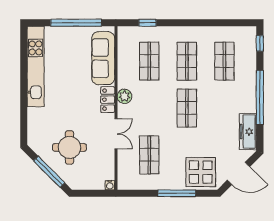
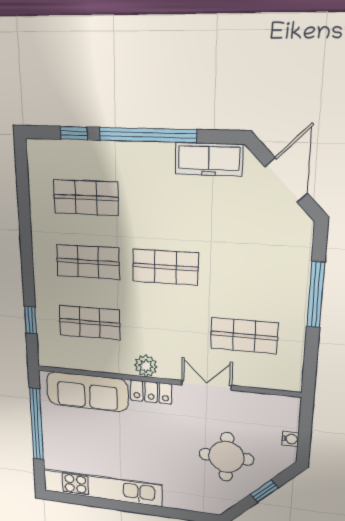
window: (260, 43) -> (74, 133), moved
window: (49, 172) -> (264, 491), width x0.46
display table: (201, 172) -> (279, 250), removed
water cooler: (110, 185) -> (290, 439), moved

